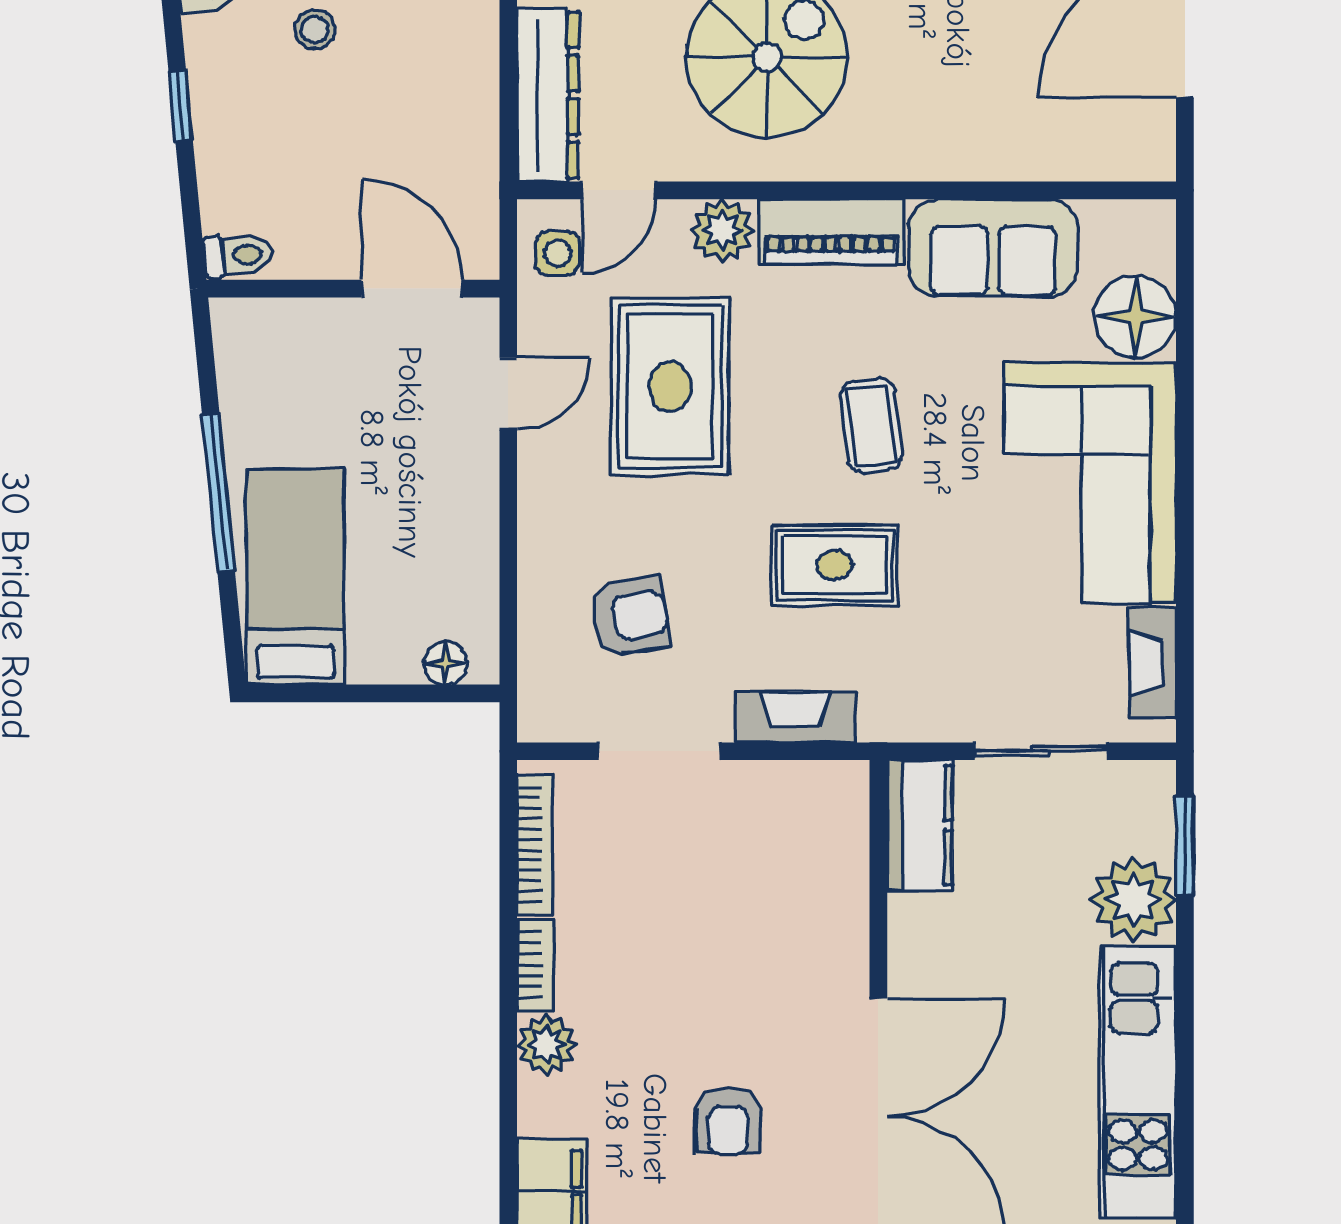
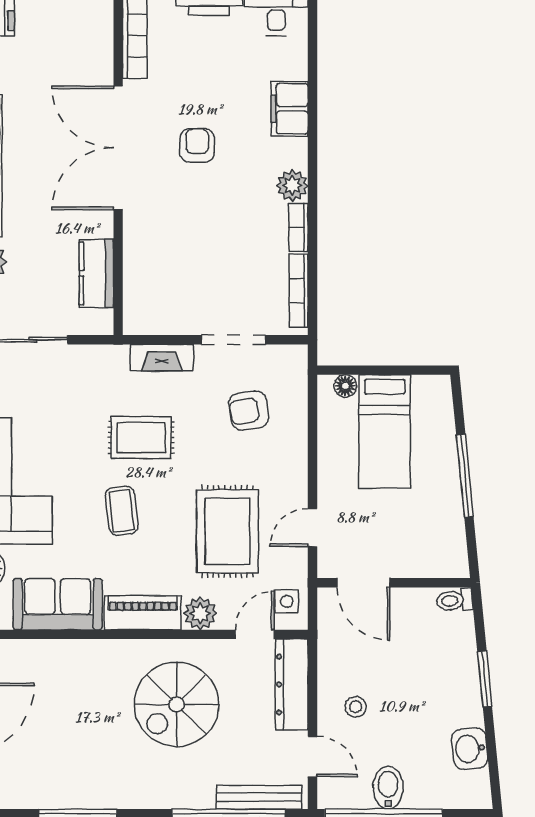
stool: (315, 30) -> (356, 707), moved
window: (181, 105) -> (485, 679), width x1.50
bed: (295, 577) -> (385, 431), moved
kitchen counter: (920, 825) -> (96, 273), moved

